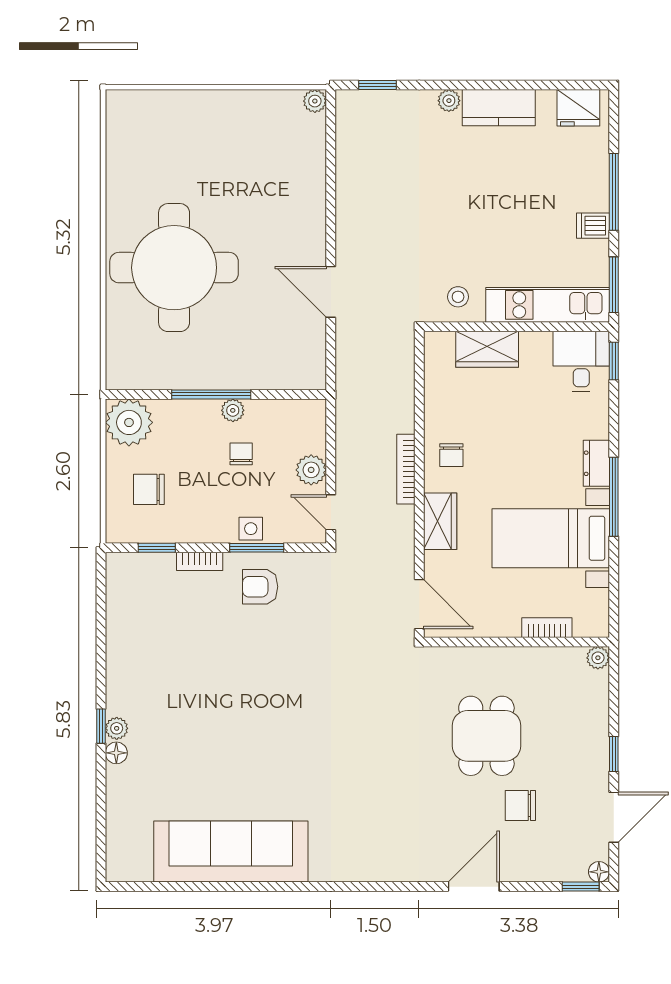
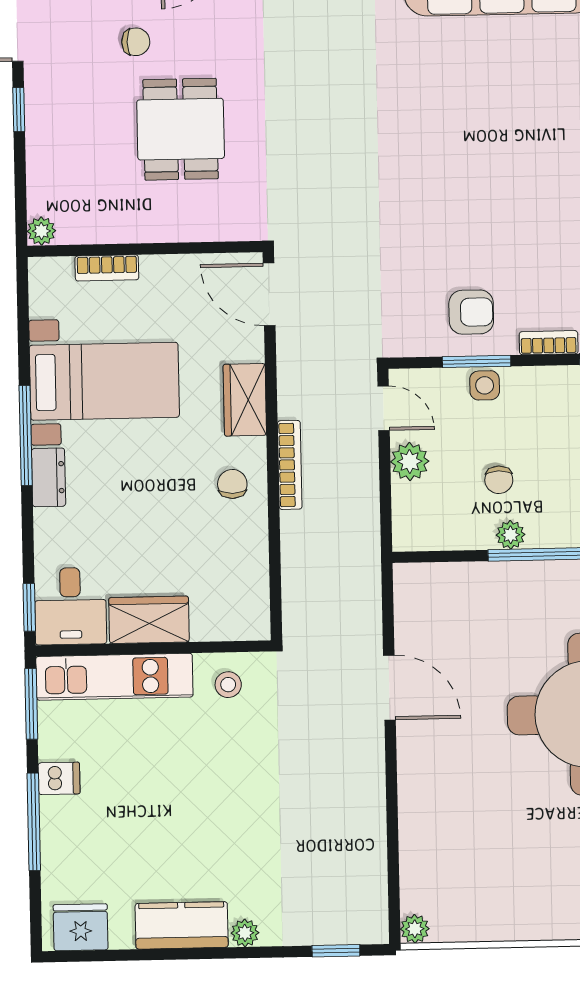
wardrobe: (487, 349) -> (149, 620), moved
chair: (520, 806) -> (136, 42), width x0.73, depth x0.73

